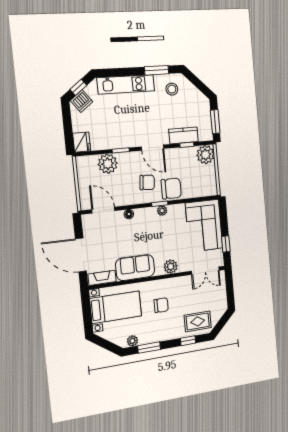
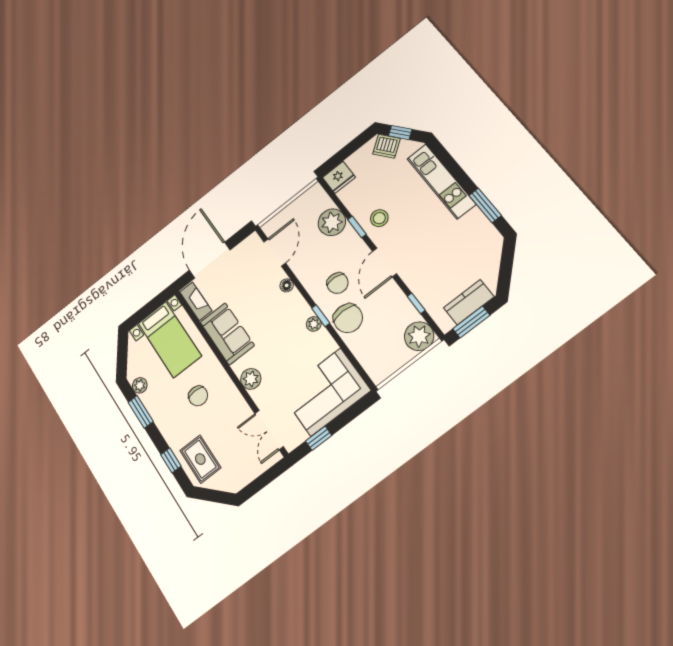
stool: (172, 89) -> (379, 218), moved
kitchen counter: (184, 135) -> (469, 302), moved, turned -90

